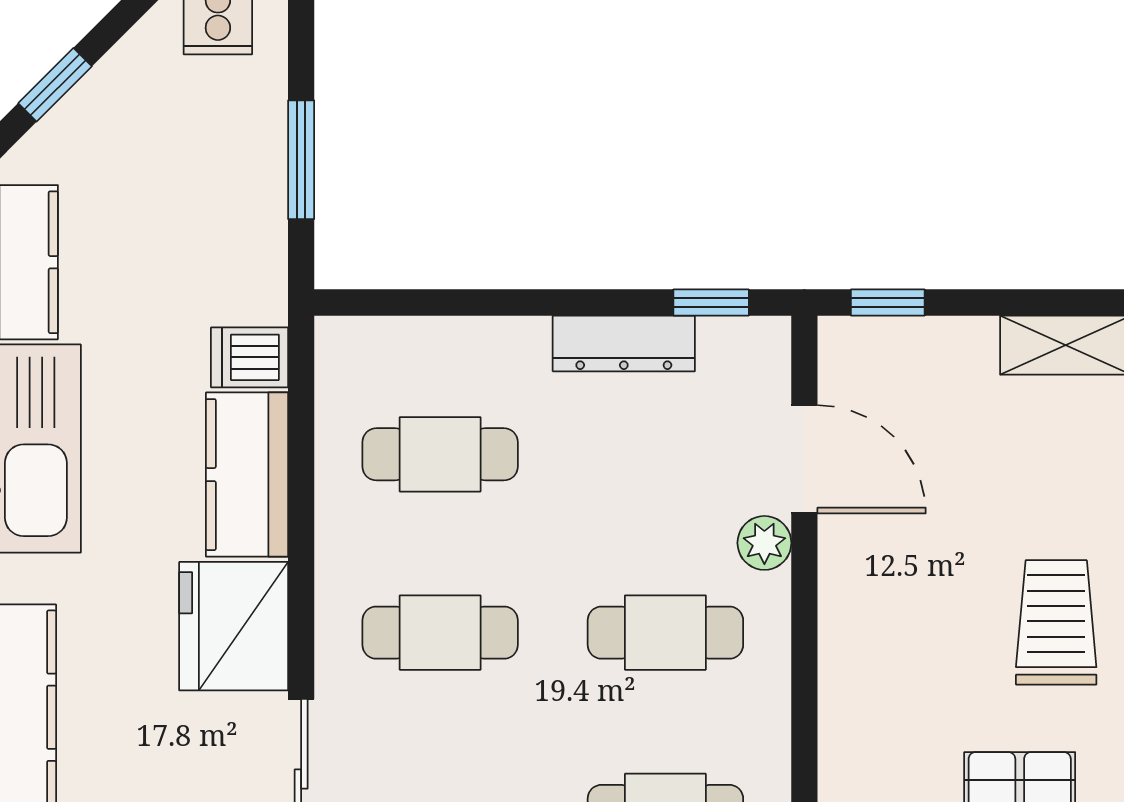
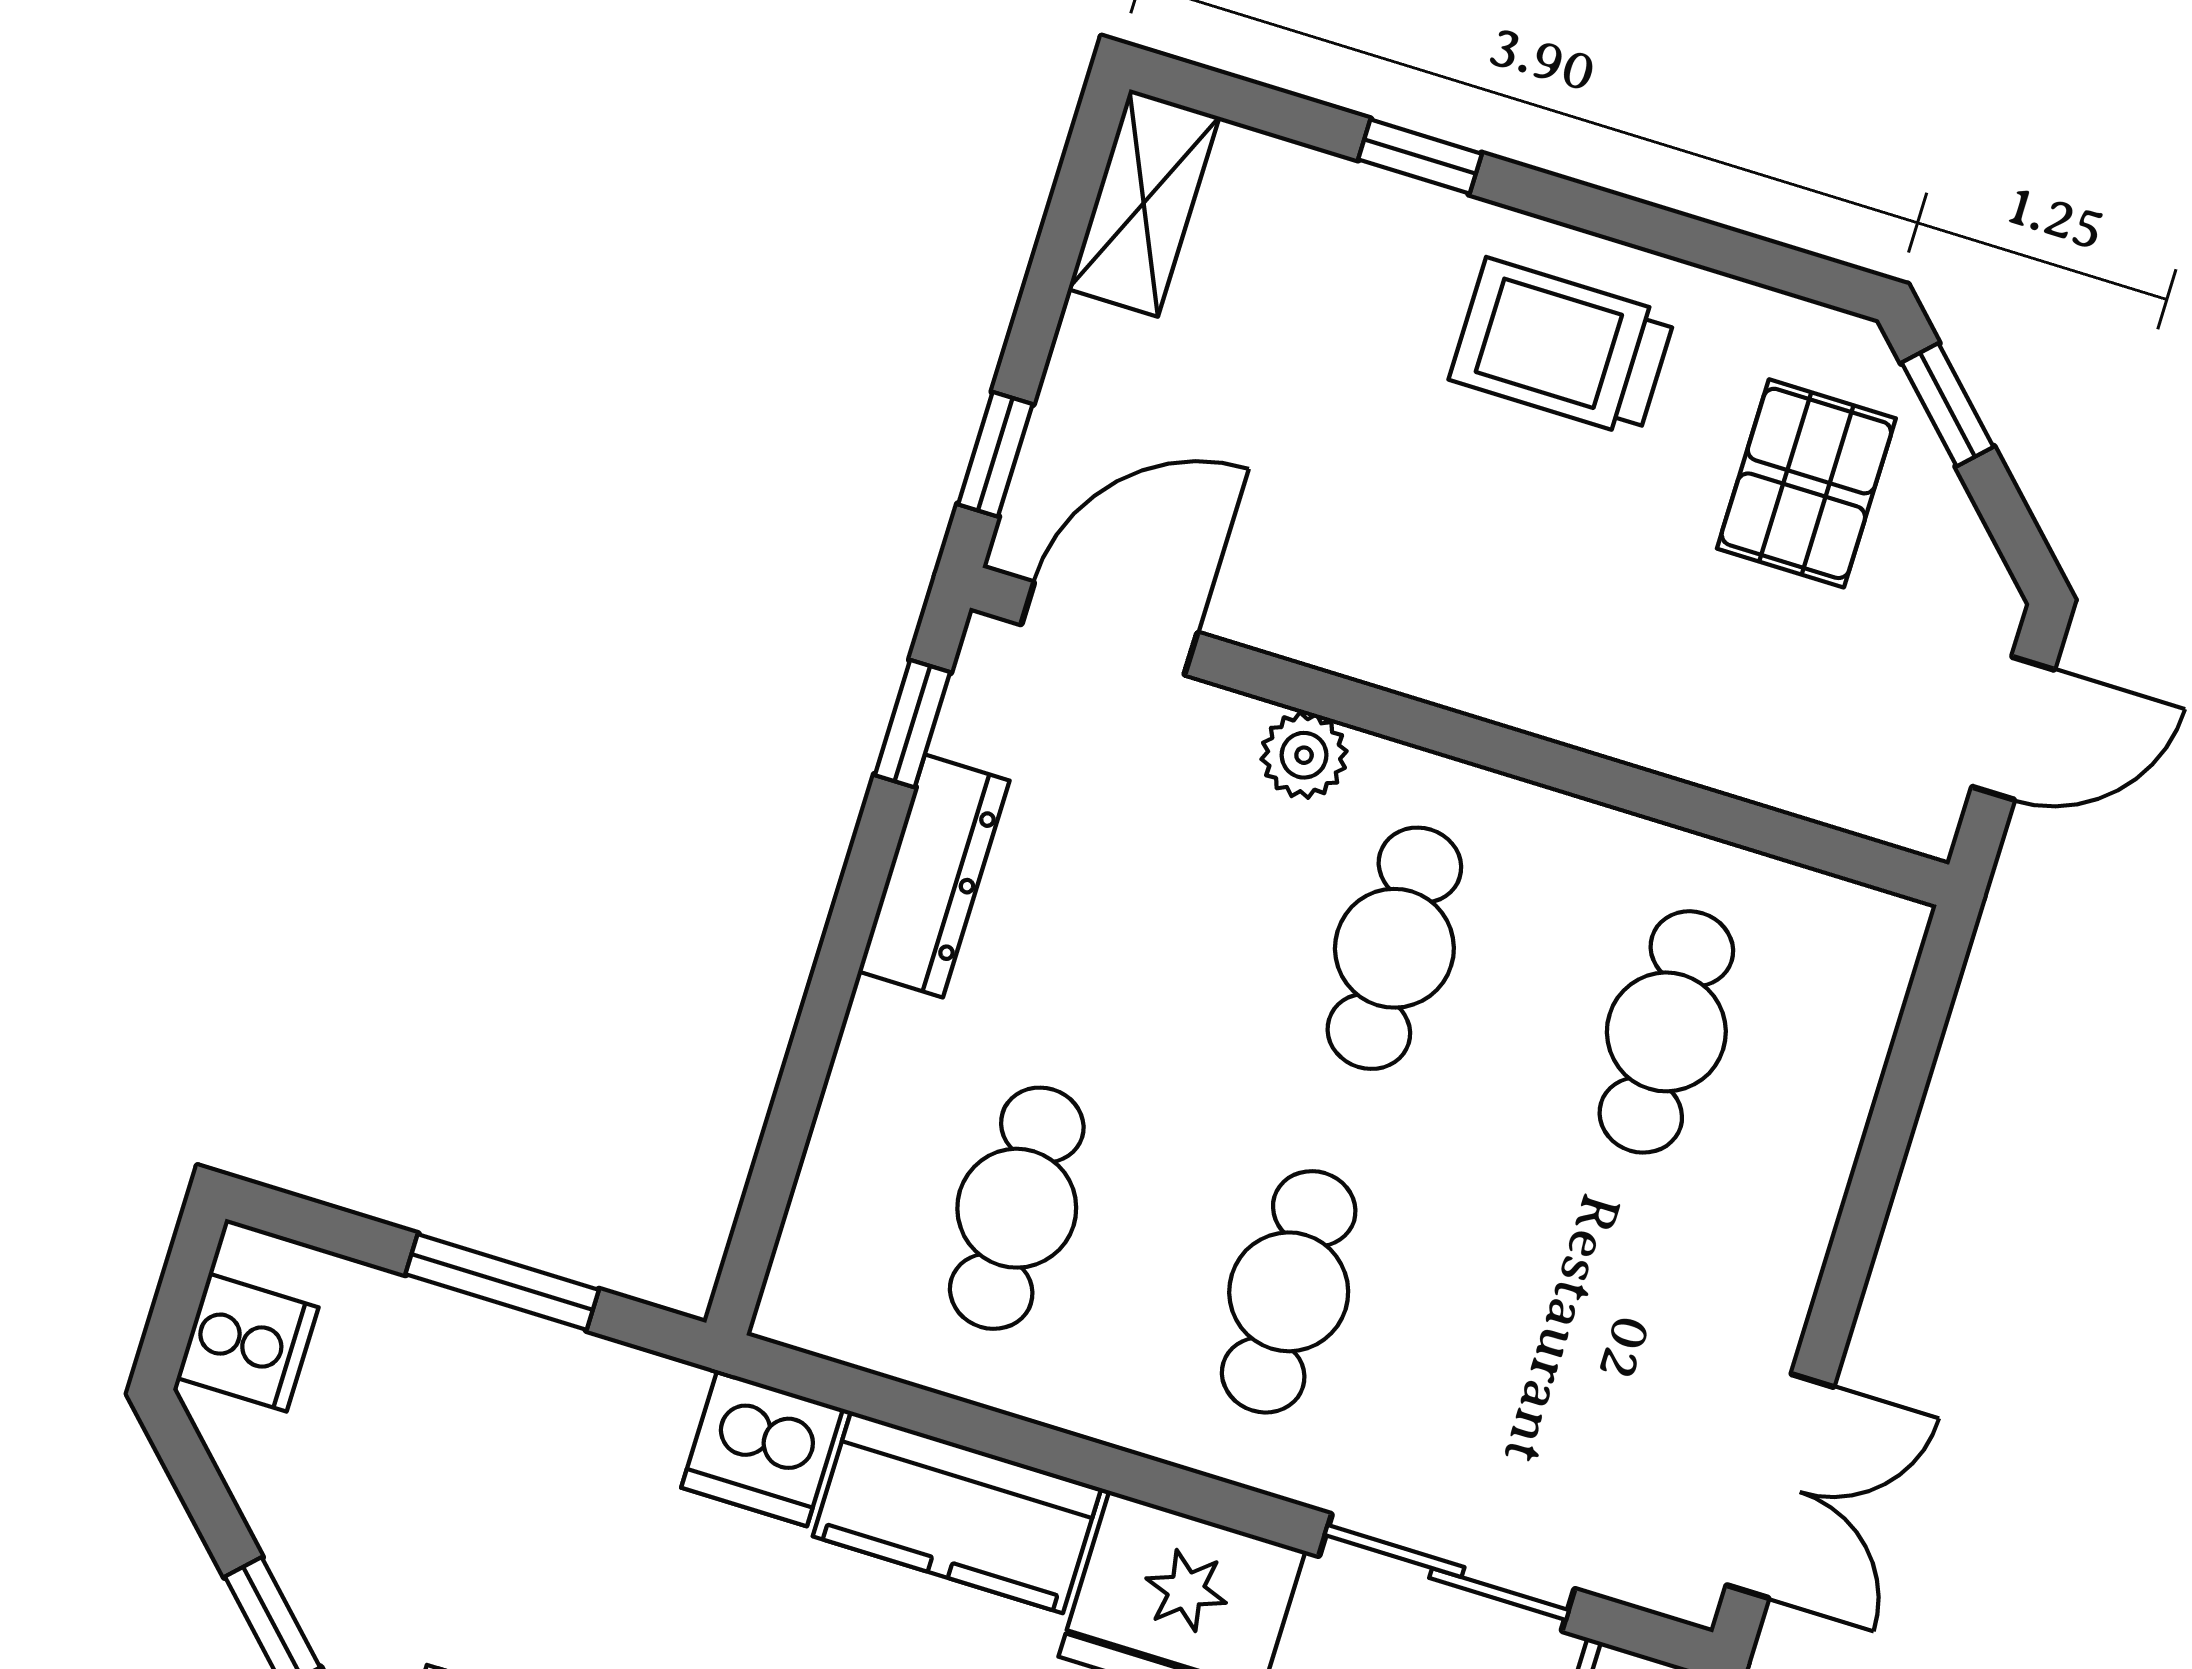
dishwasher: (249, 357) -> (762, 1448), width x1.38
door: (804, 459) -> (1109, 628), moved

